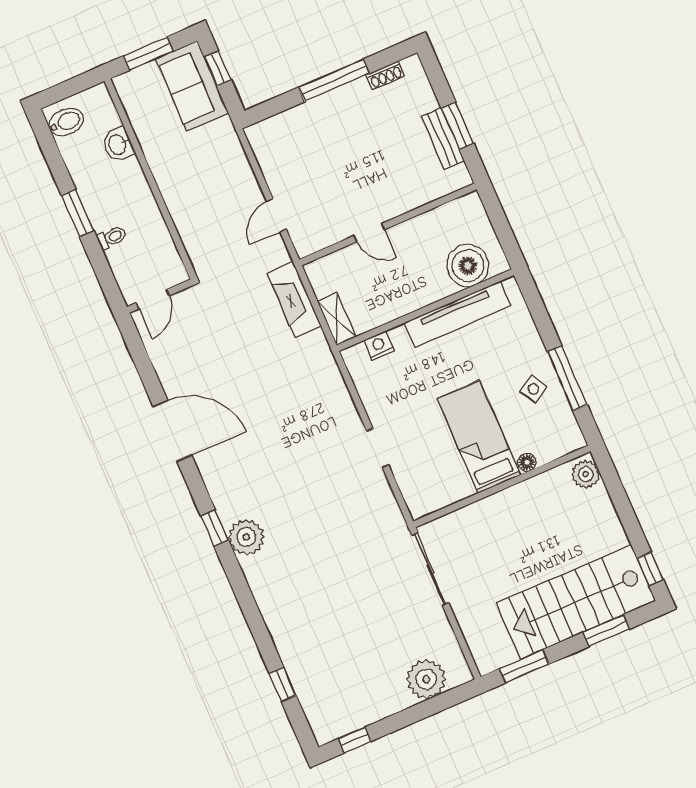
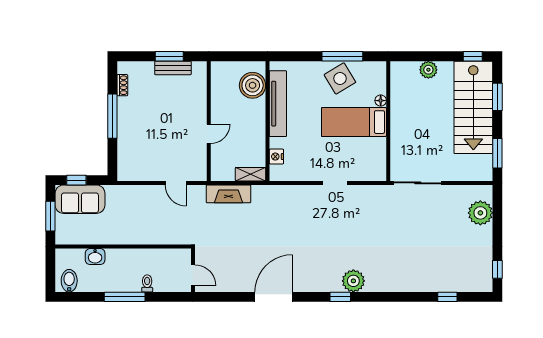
window: (78, 213) -> (125, 297), width x1.44
side table: (533, 389) -> (340, 78), width x1.87, depth x1.87
plant: (586, 474) -> (428, 70), moved

